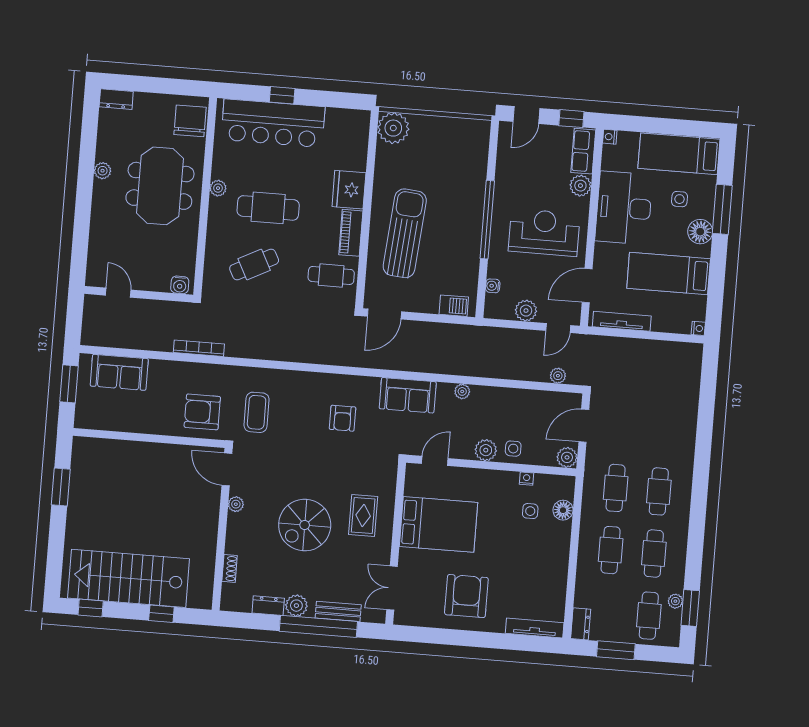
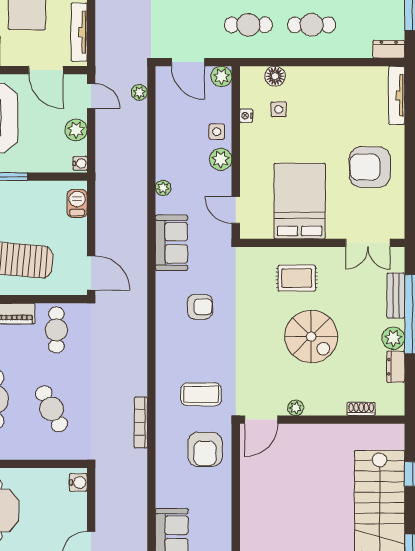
water cooler: (493, 286) -> (80, 163), moved, turned -90
bookcase: (199, 348) -> (141, 423), moved

